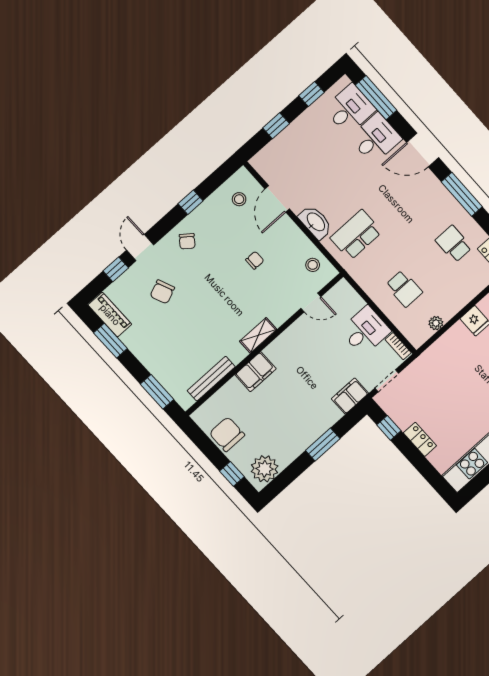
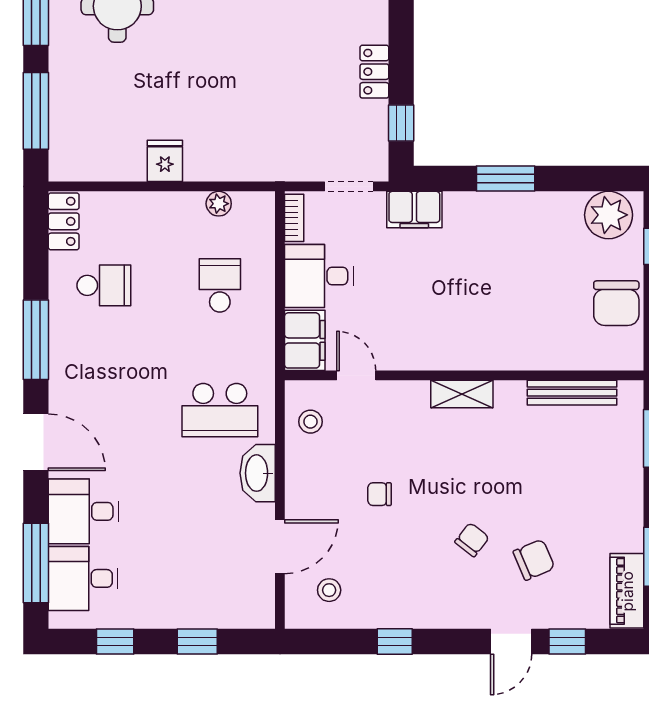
chair: (187, 241) -> (472, 540), moved
school desk: (454, 244) -> (104, 285), turned -90
filing cabinet: (255, 372) -> (305, 340), moved, turned 90

